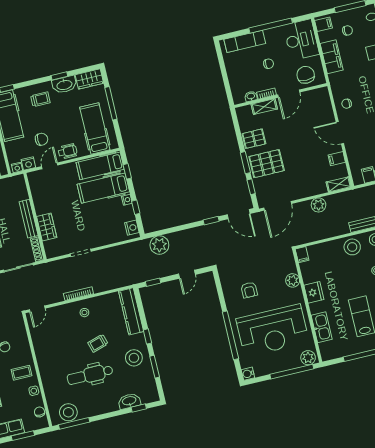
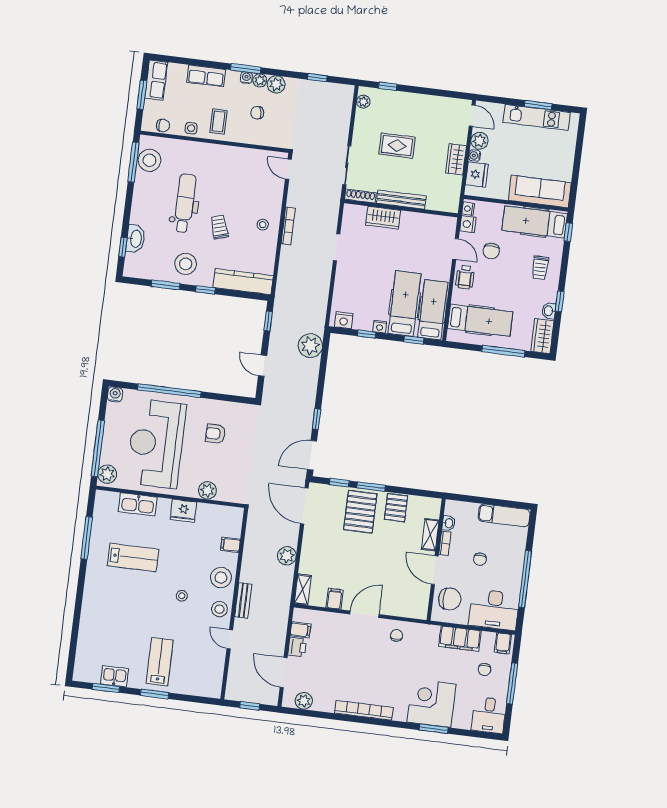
exam couch: (245, 41) -> (504, 515), moved, turned -90
washbasin: (64, 85) -> (549, 311), width x0.52, depth x0.69
filing cabinet: (302, 255) -> (230, 545), moved

